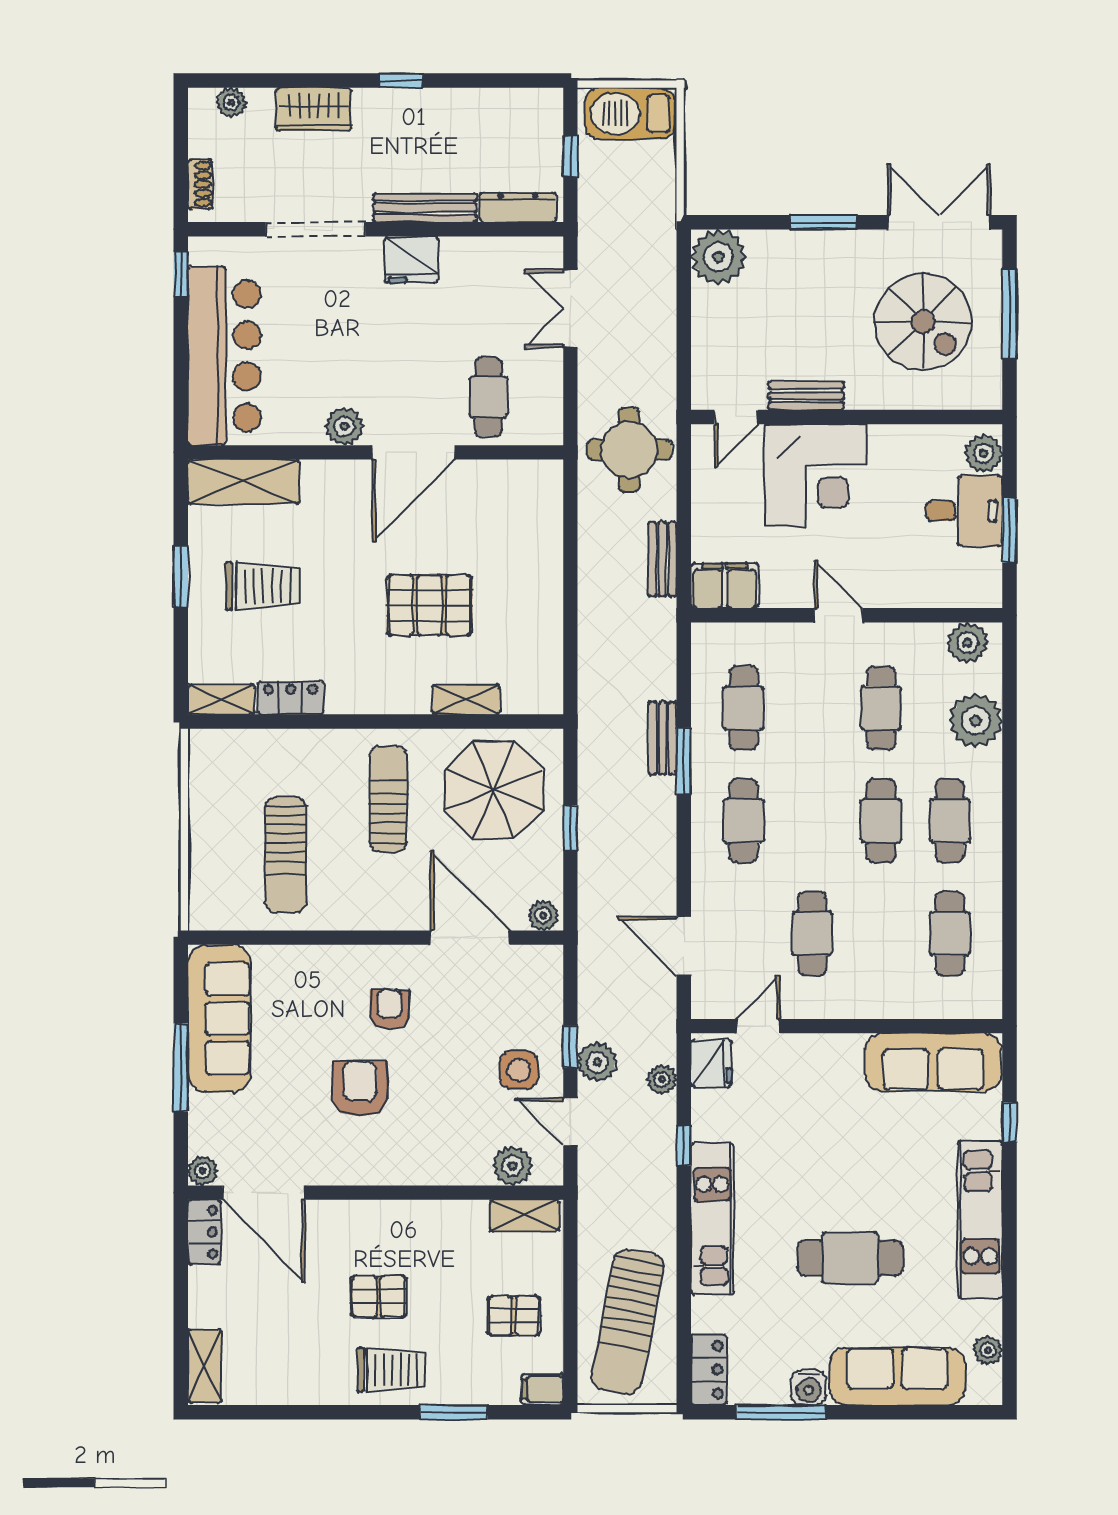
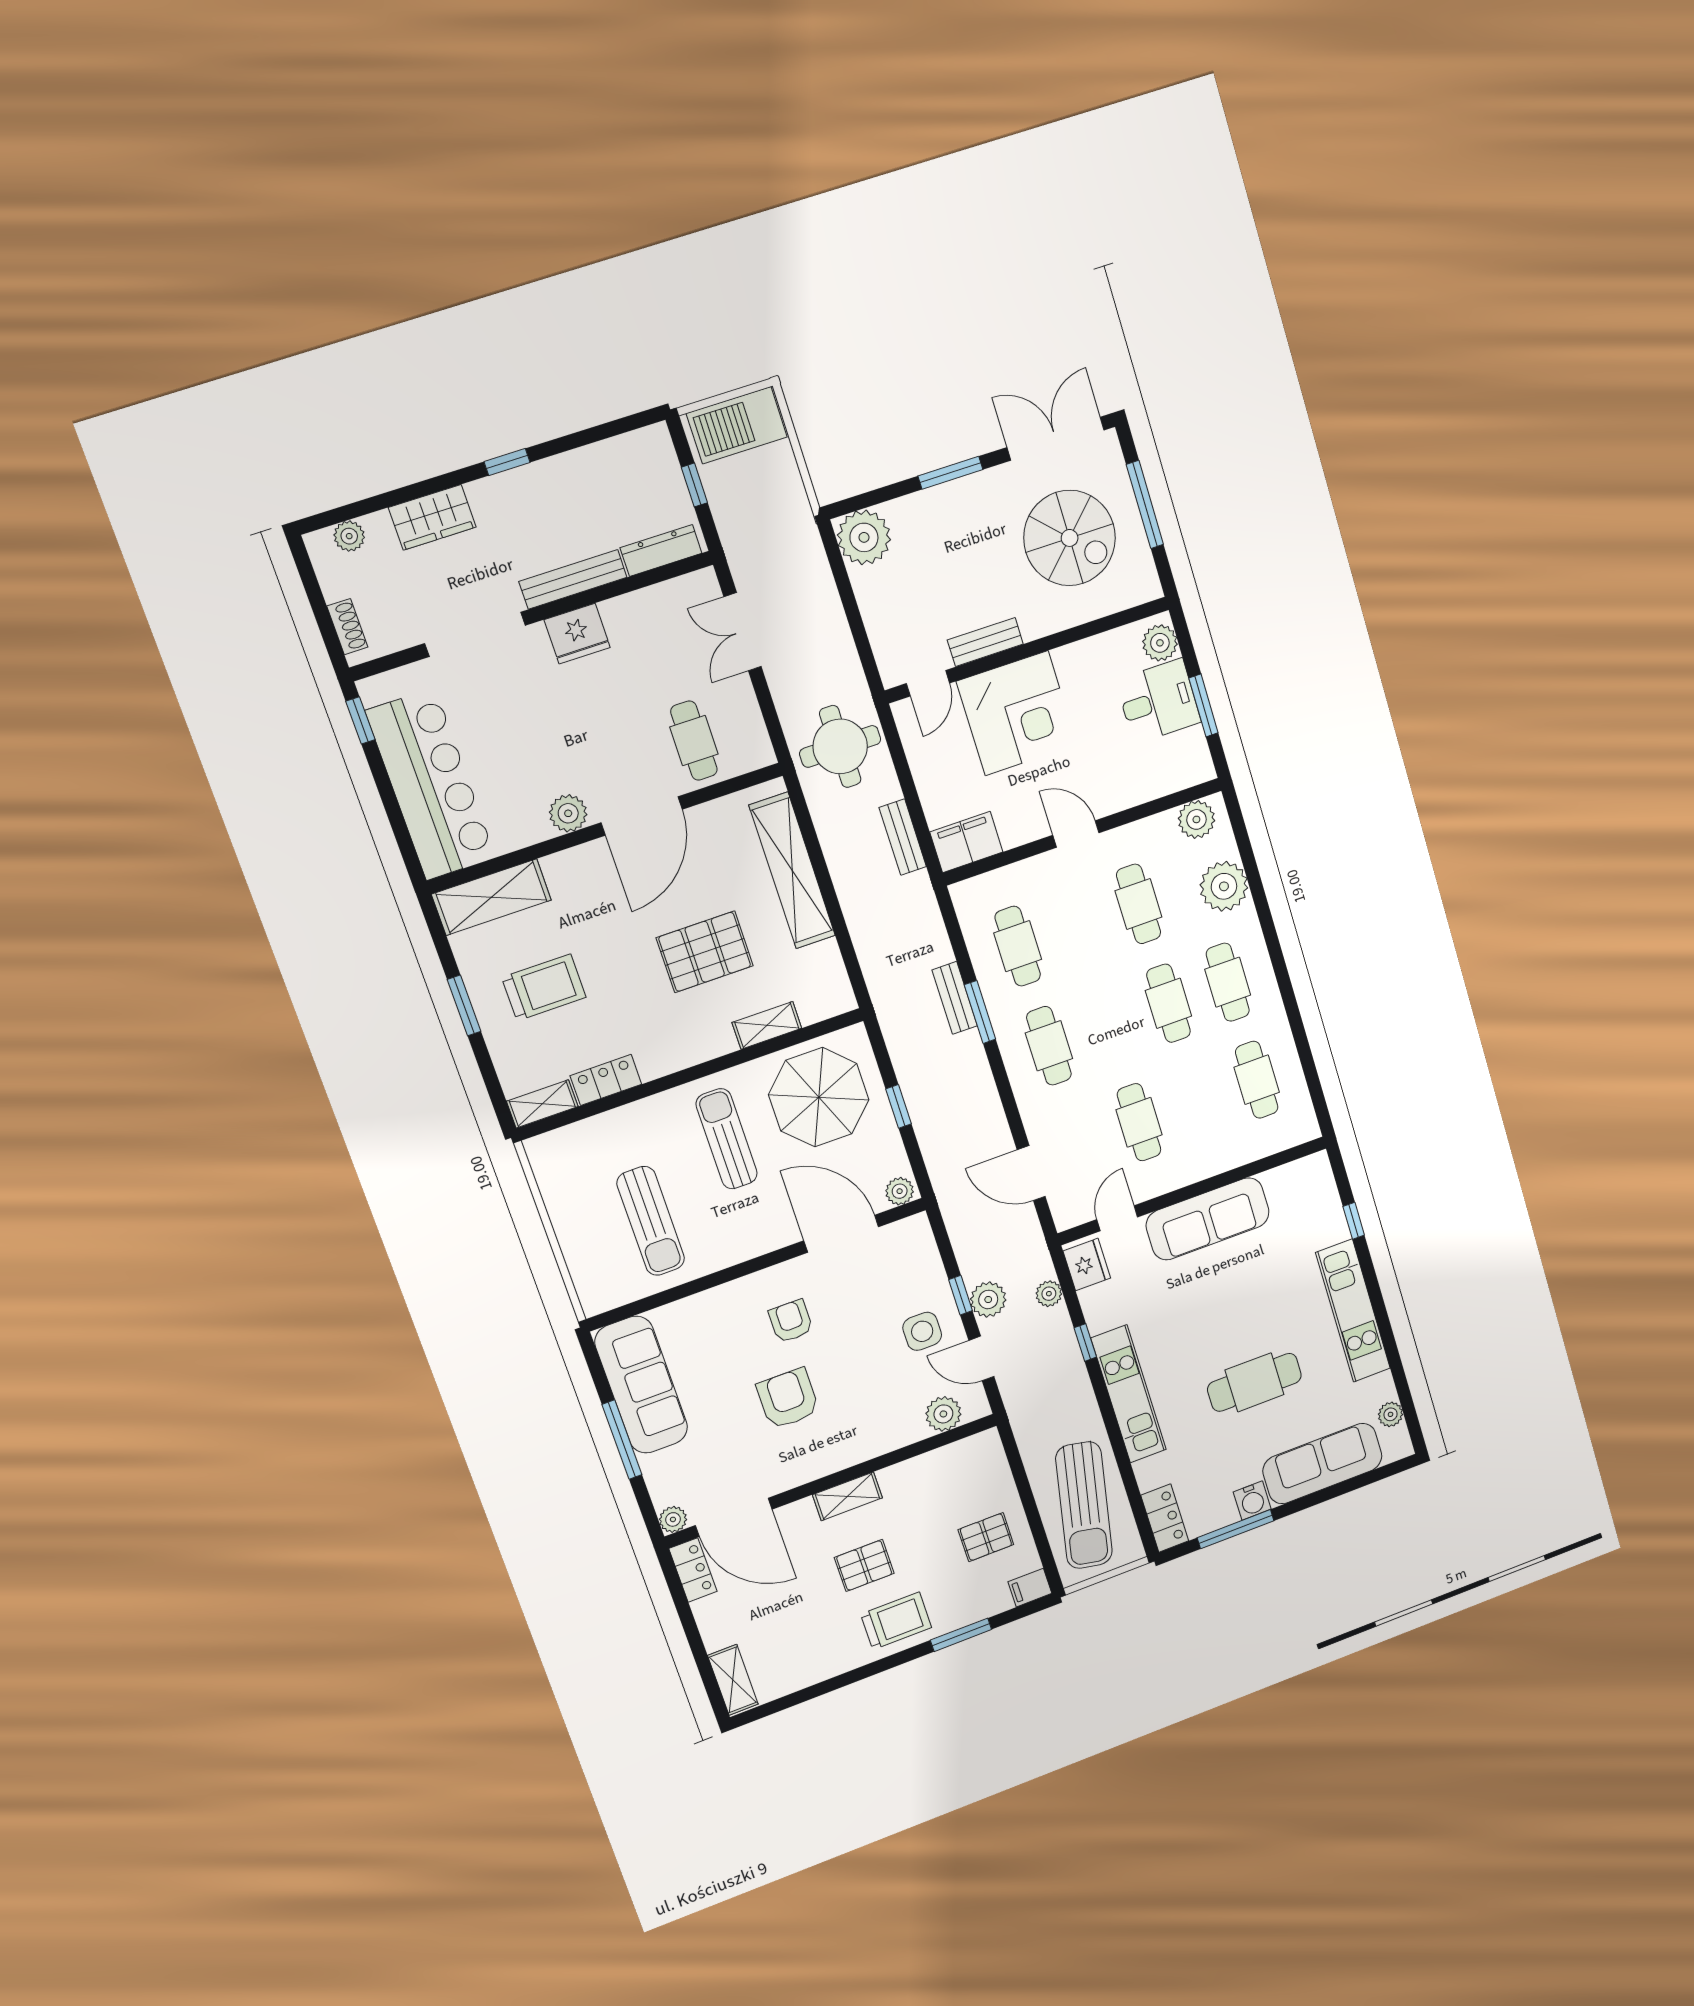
shelving: (542, 555) -> (792, 871), added
sofa: (933, 1062) -> (1208, 1219), moved
shelving: (525, 1215) -> (847, 1496), moved

